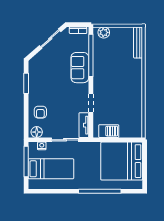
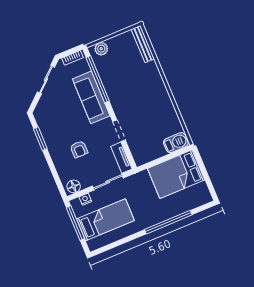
sofa: (80, 68) -> (91, 97), width x1.36
armchair: (40, 112) -> (79, 149), moved
barbecue: (109, 131) -> (176, 143), moved
bed: (122, 161) -> (176, 174), width x0.73

